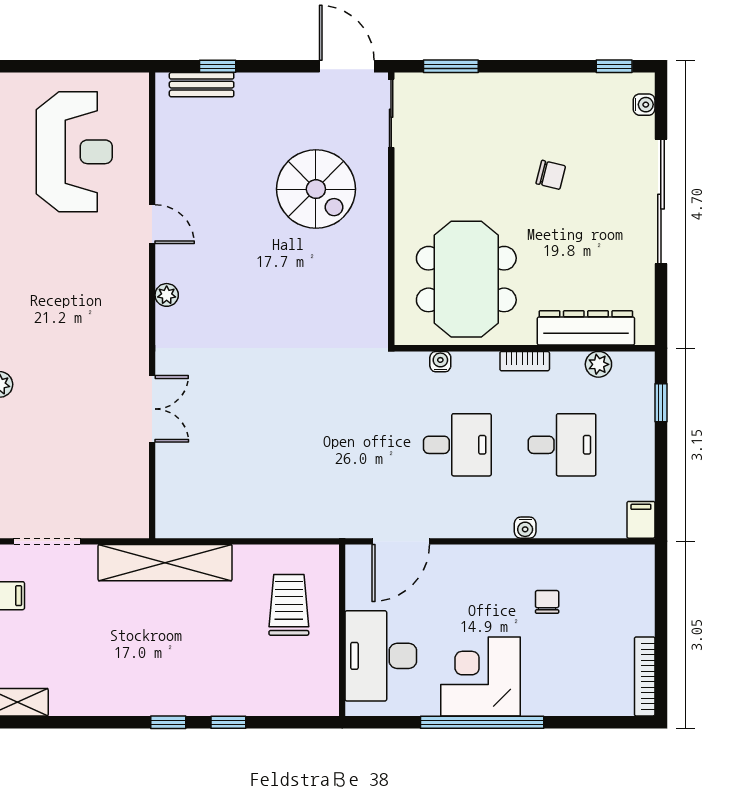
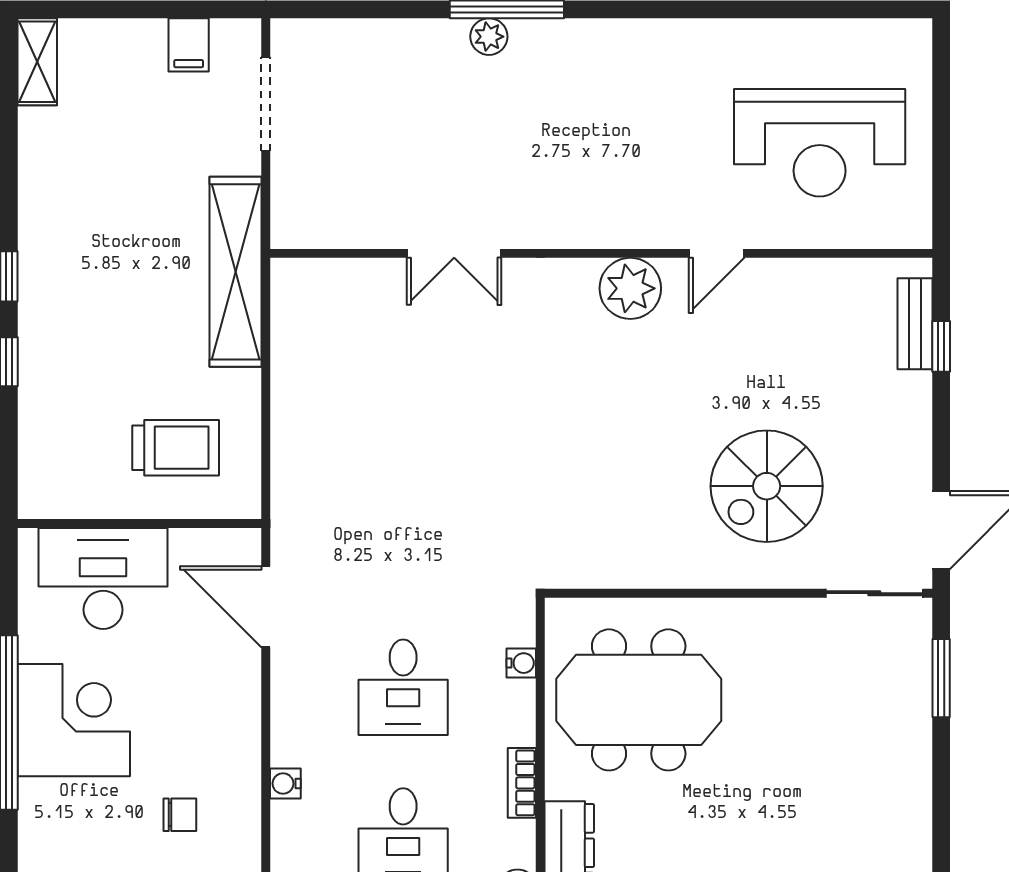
chair: (551, 175) -> (787, 820), removed
plant: (167, 295) -> (630, 288), width x1.87, depth x1.87

